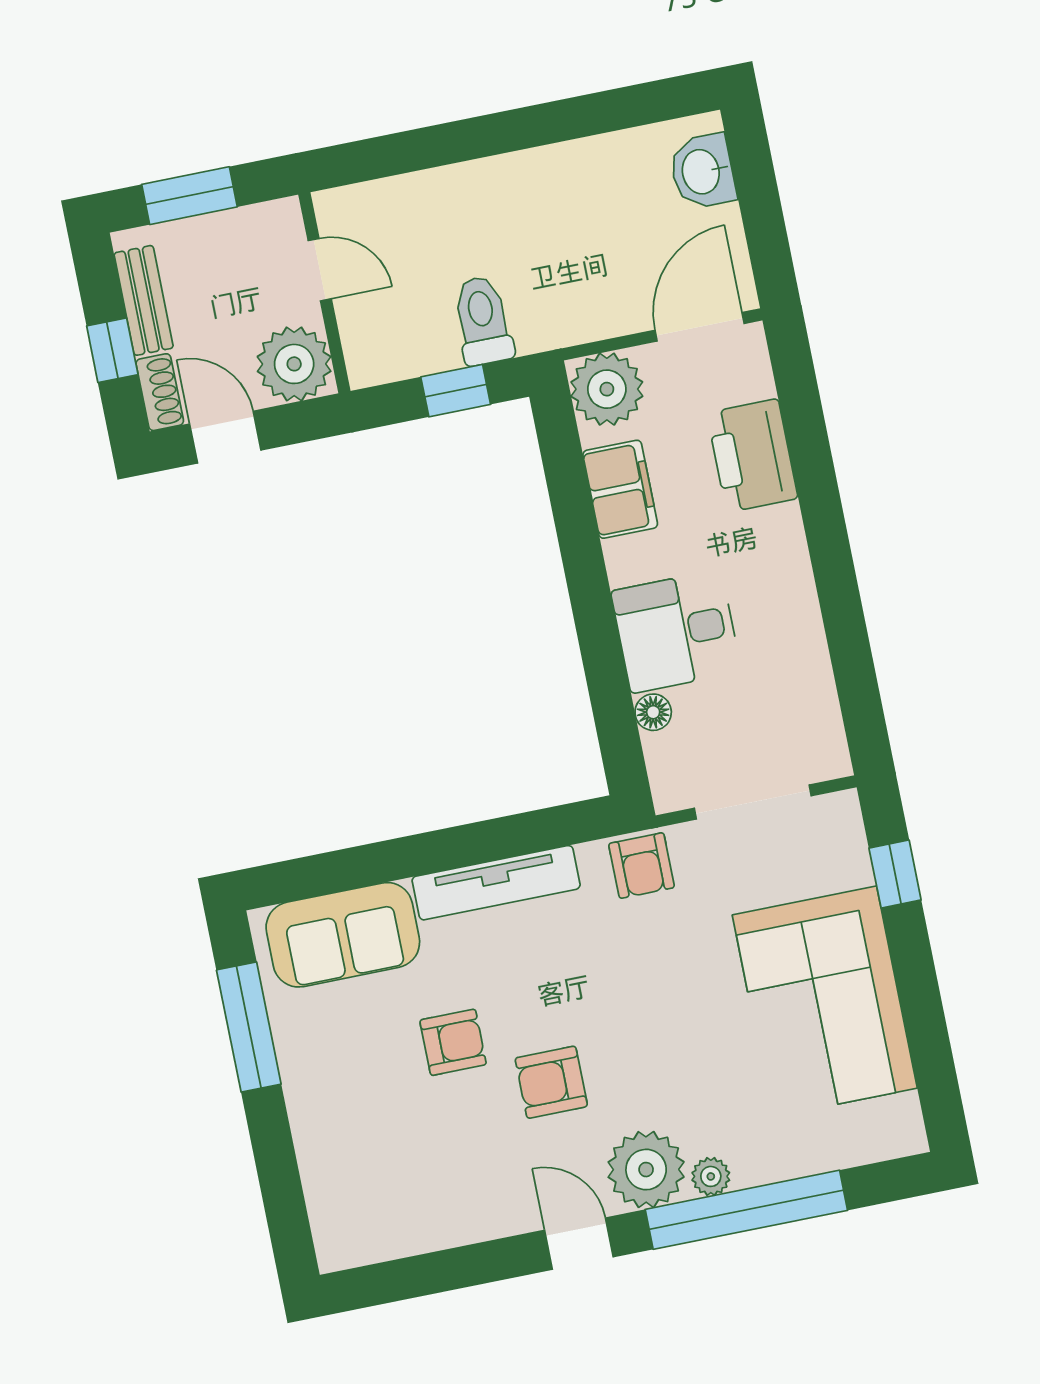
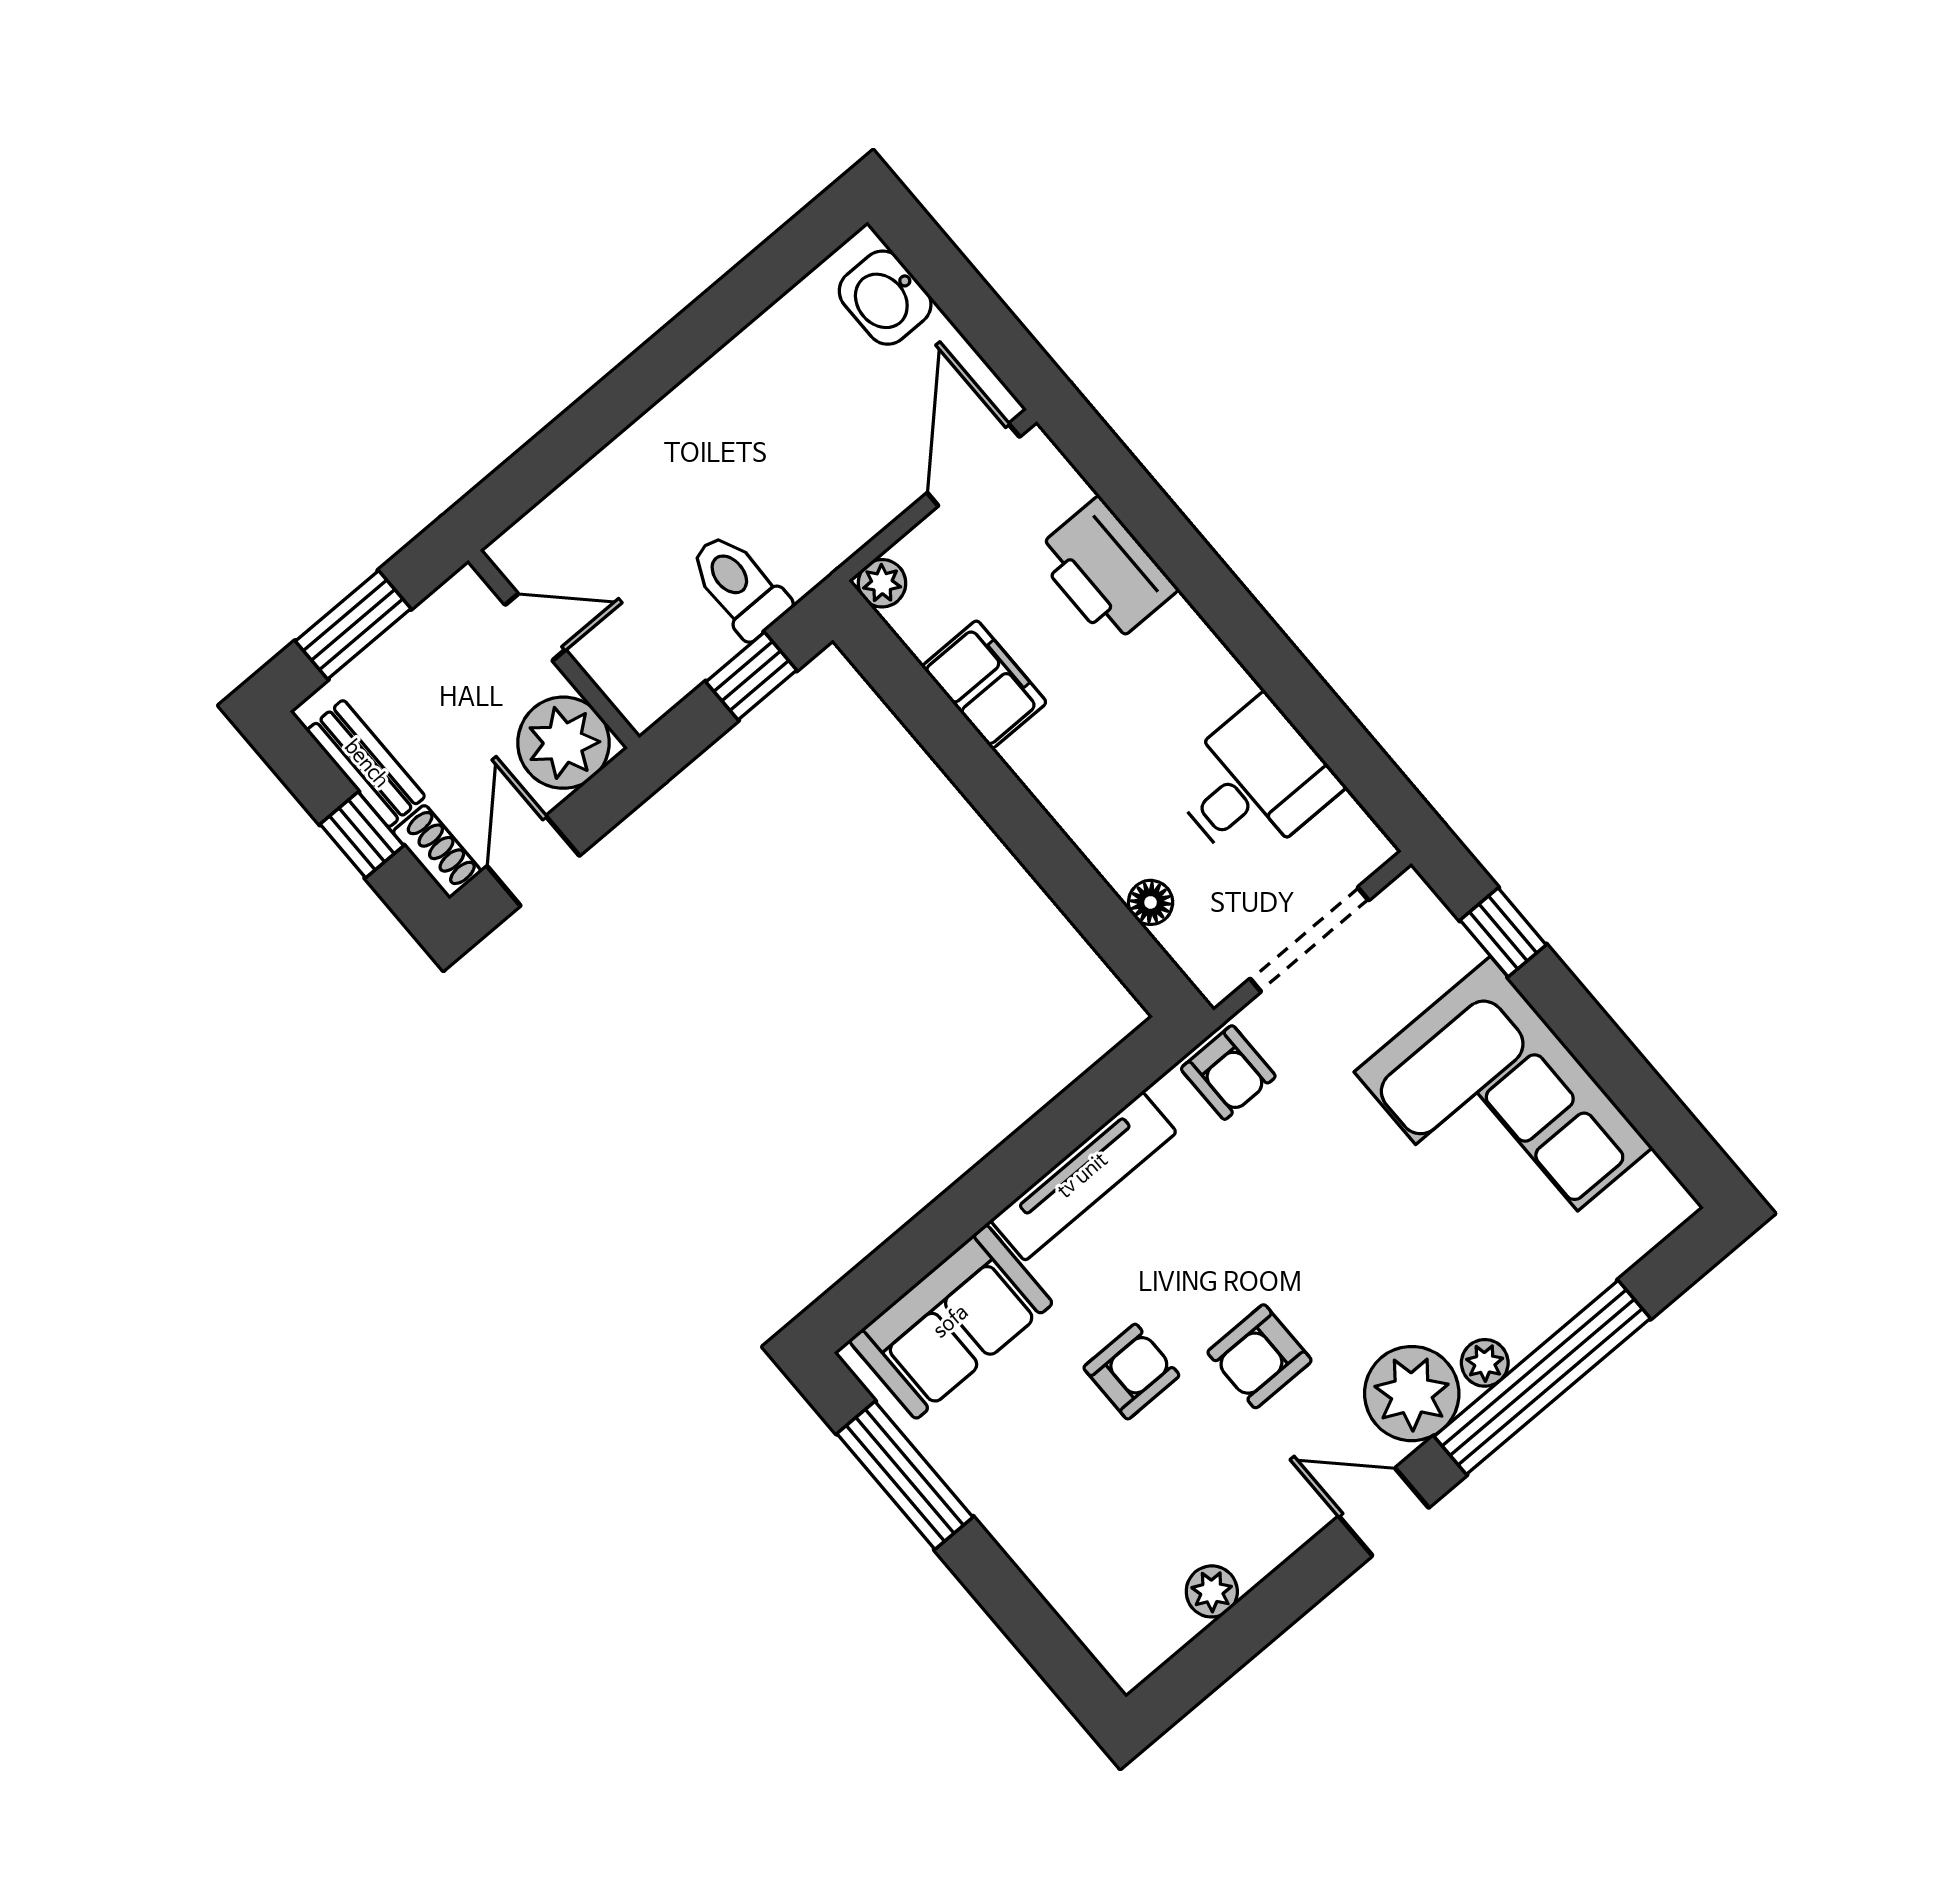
plant: (607, 389) -> (882, 583), width x0.53, depth x0.53
door: (225, 437) -> (533, 861), hinge flipped
desk: (676, 631) -> (1253, 783), moved, turned 180
plant: (423, 1233) -> (1212, 1591), added

